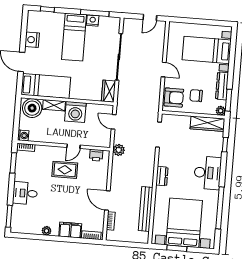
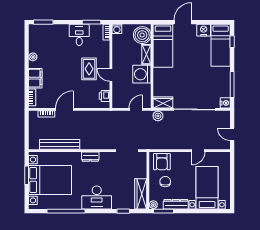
nightstand: (93, 21) -> (225, 103), moved
bed: (74, 37) -> (221, 45), moved, turned -90
door: (164, 70) -> (198, 151), moved
plant: (119, 150) -> (158, 116), moved
desk: (25, 193) -> (79, 35), moved

